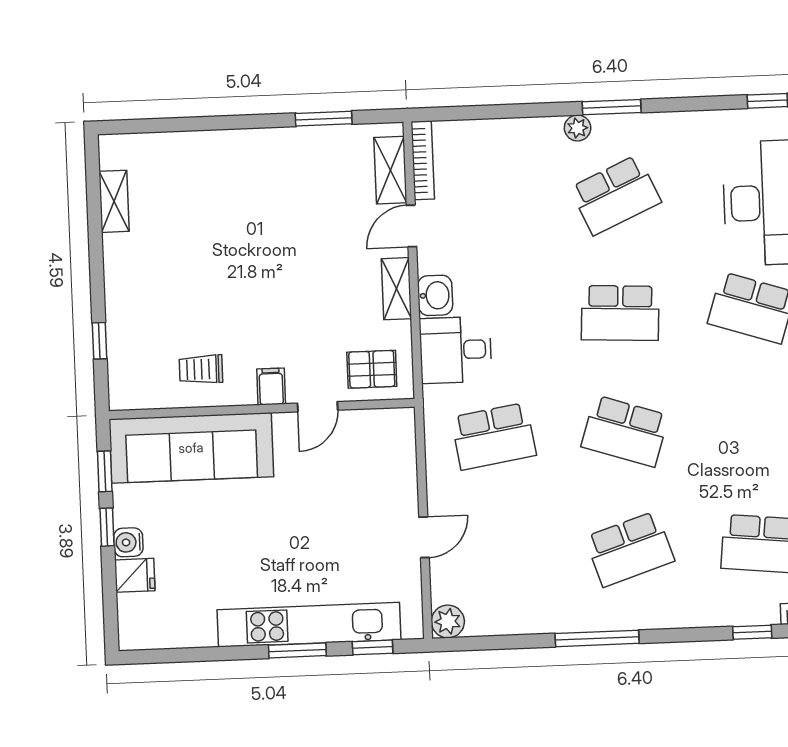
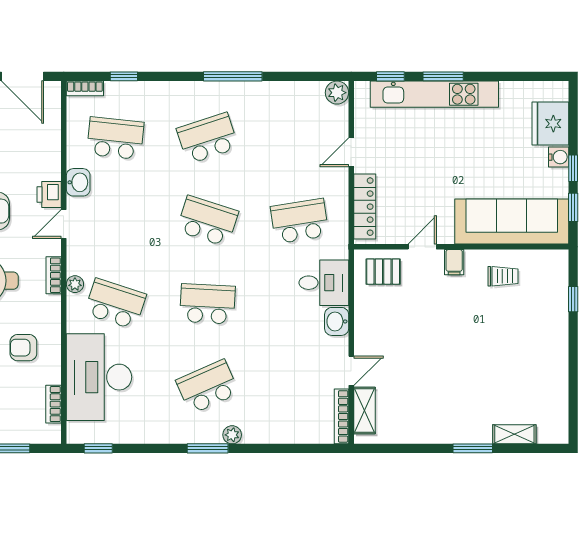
window: (324, 119) -> (473, 448), moved
shelving: (114, 201) -> (514, 434), moved, turned 90
shelving: (396, 289) -> (364, 327), removed
locker: (402, 461) -> (365, 207), added
fridge: (135, 575) -> (550, 124), width x1.88, depth x1.34

